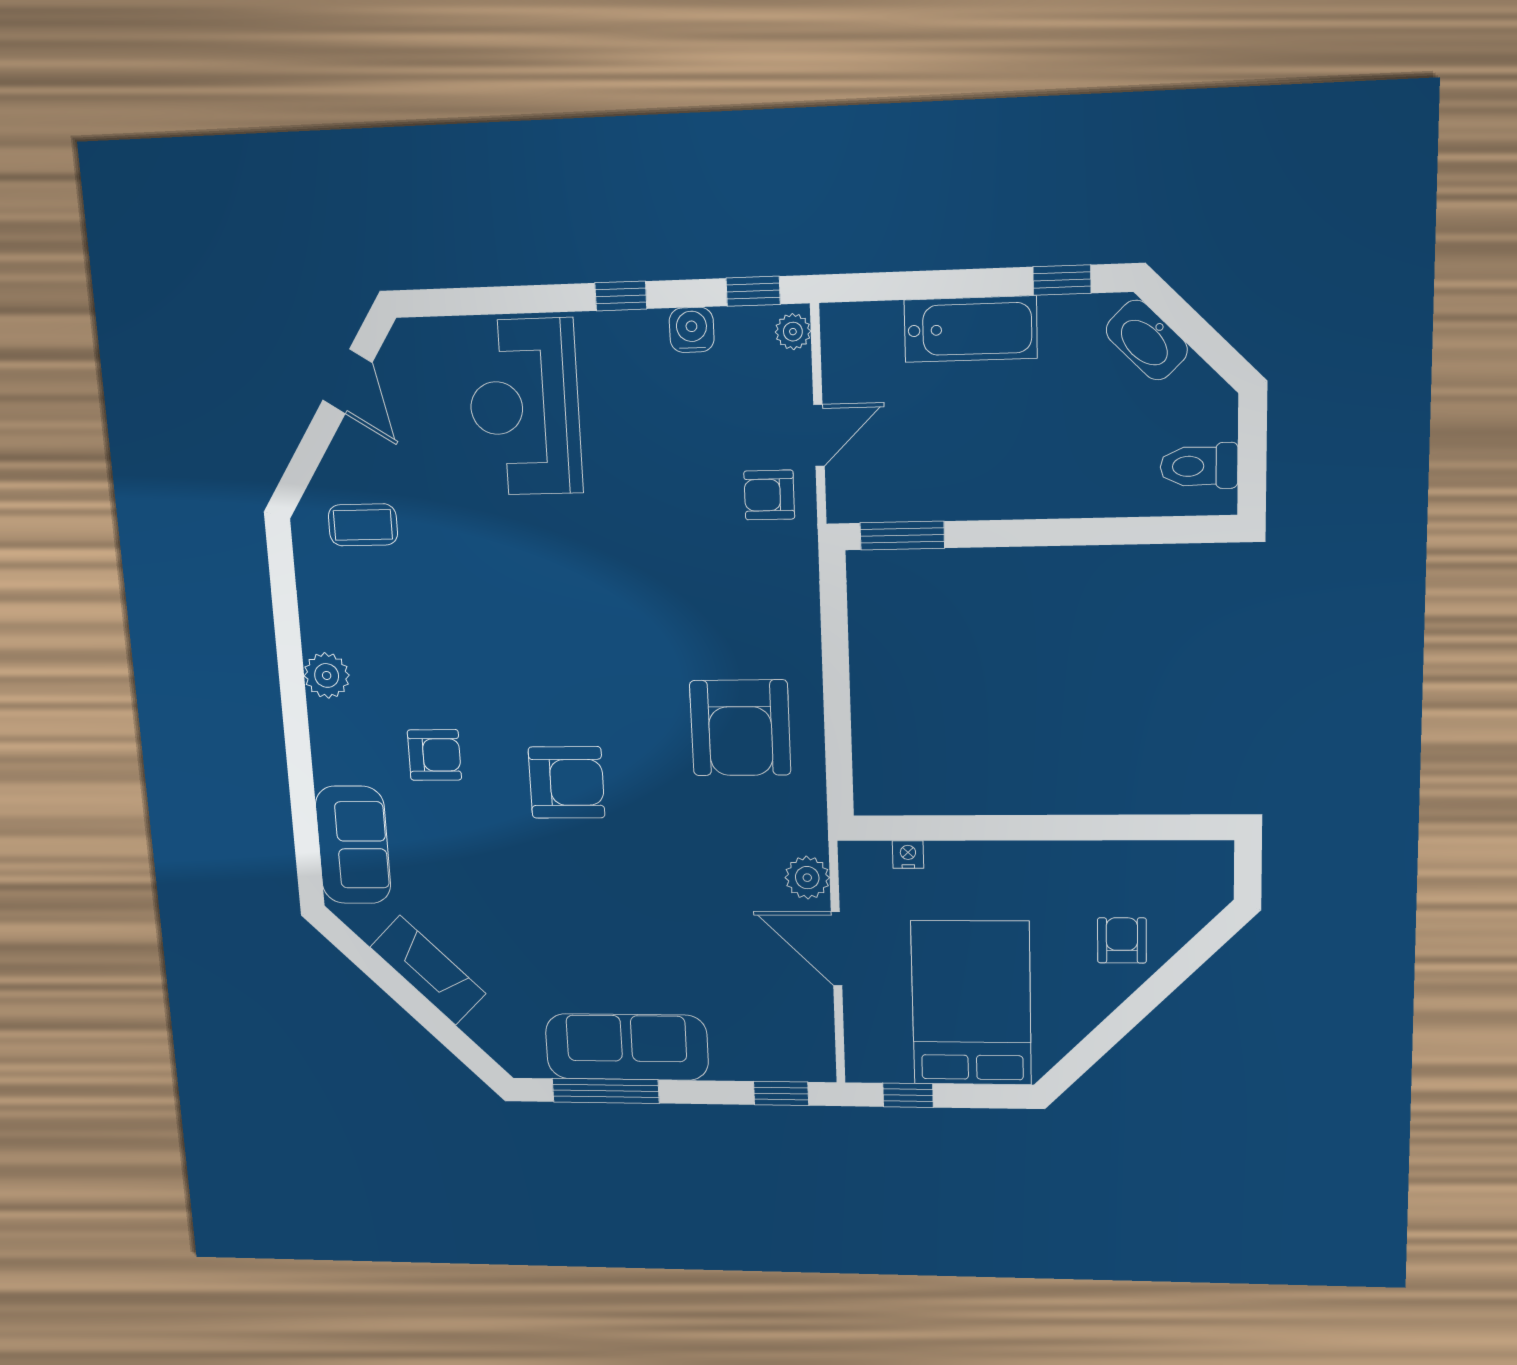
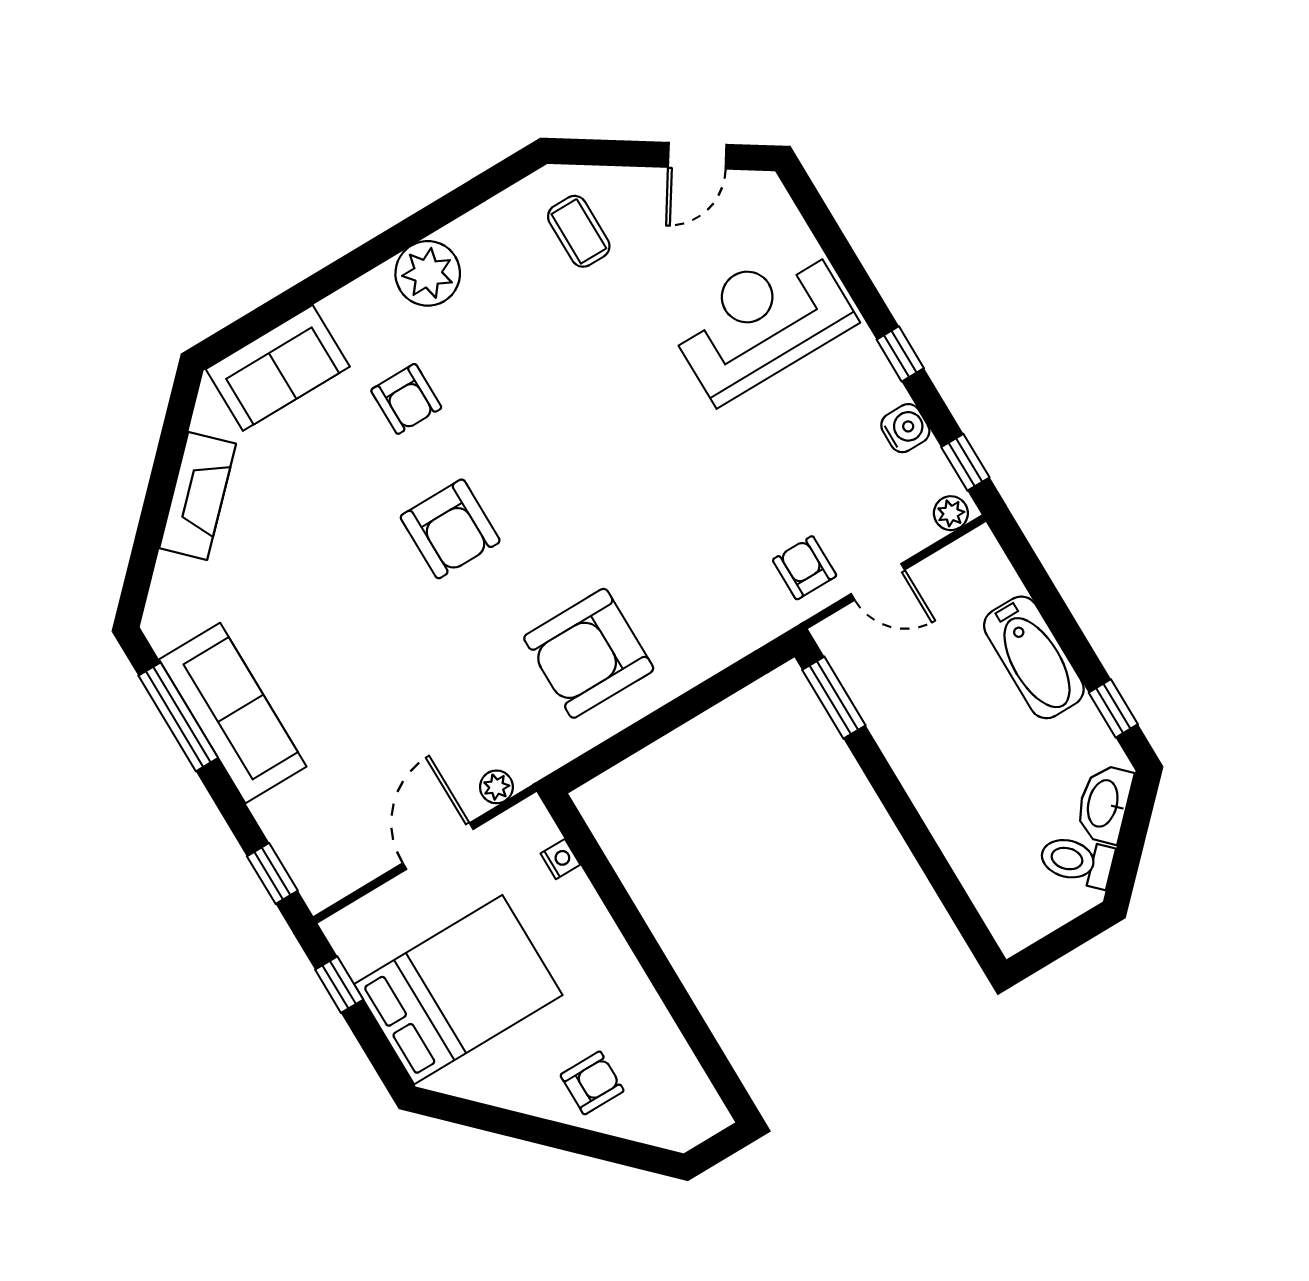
toilet: (1199, 466) -> (1077, 861), moved, turned -45
plant: (327, 675) -> (428, 273), width x1.36, depth x1.36
plant: (807, 878) -> (496, 787), width x0.73, depth x0.73

